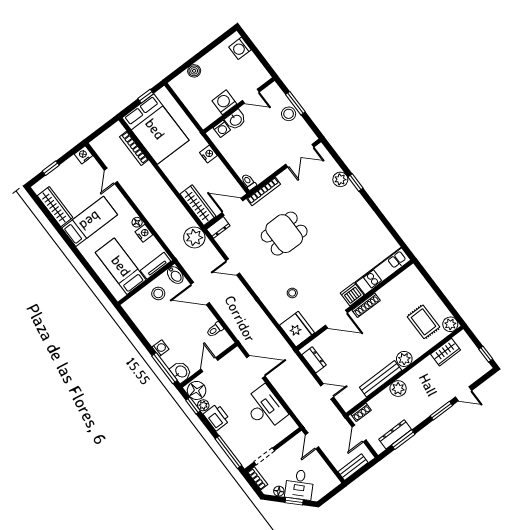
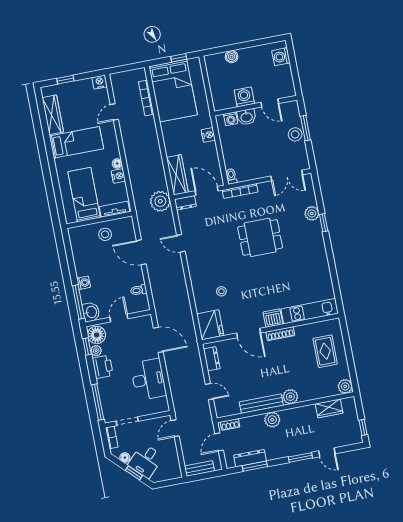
dining table: (284, 234) -> (260, 237), moved
bidet: (175, 275) -> (128, 226), removed
rug: (423, 322) -> (325, 351), moved

